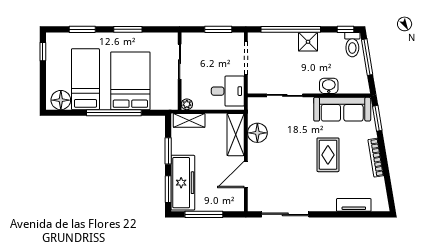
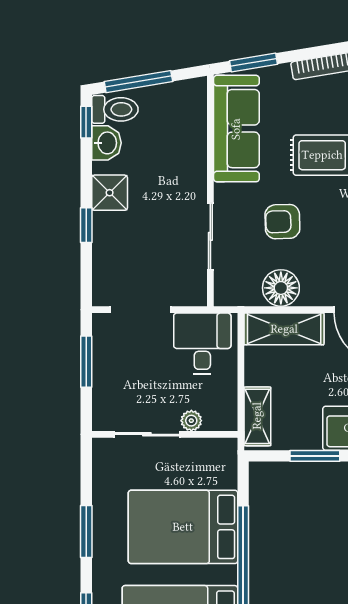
window: (291, 29) -> (86, 225), width x0.32
washbasin: (329, 86) -> (106, 143), moved, turned 180
plant: (187, 104) -> (191, 421), moved
armchair: (293, 134) -> (282, 222), added

